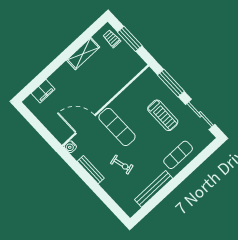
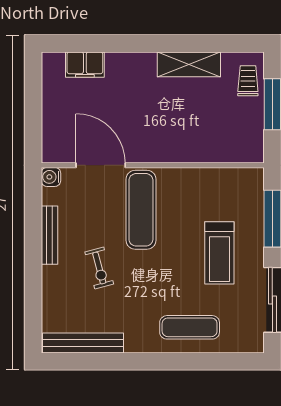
bench: (154, 189) -> (83, 343), moved

